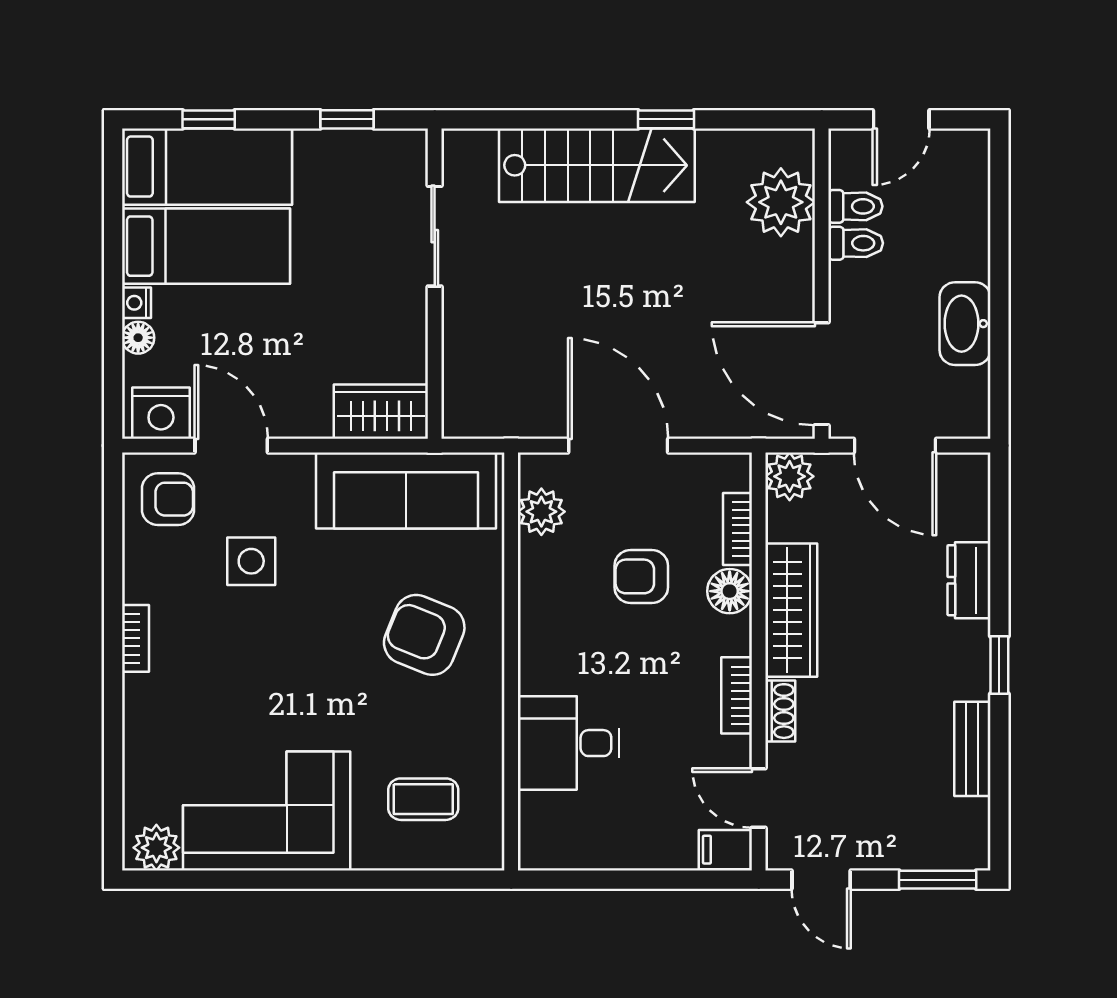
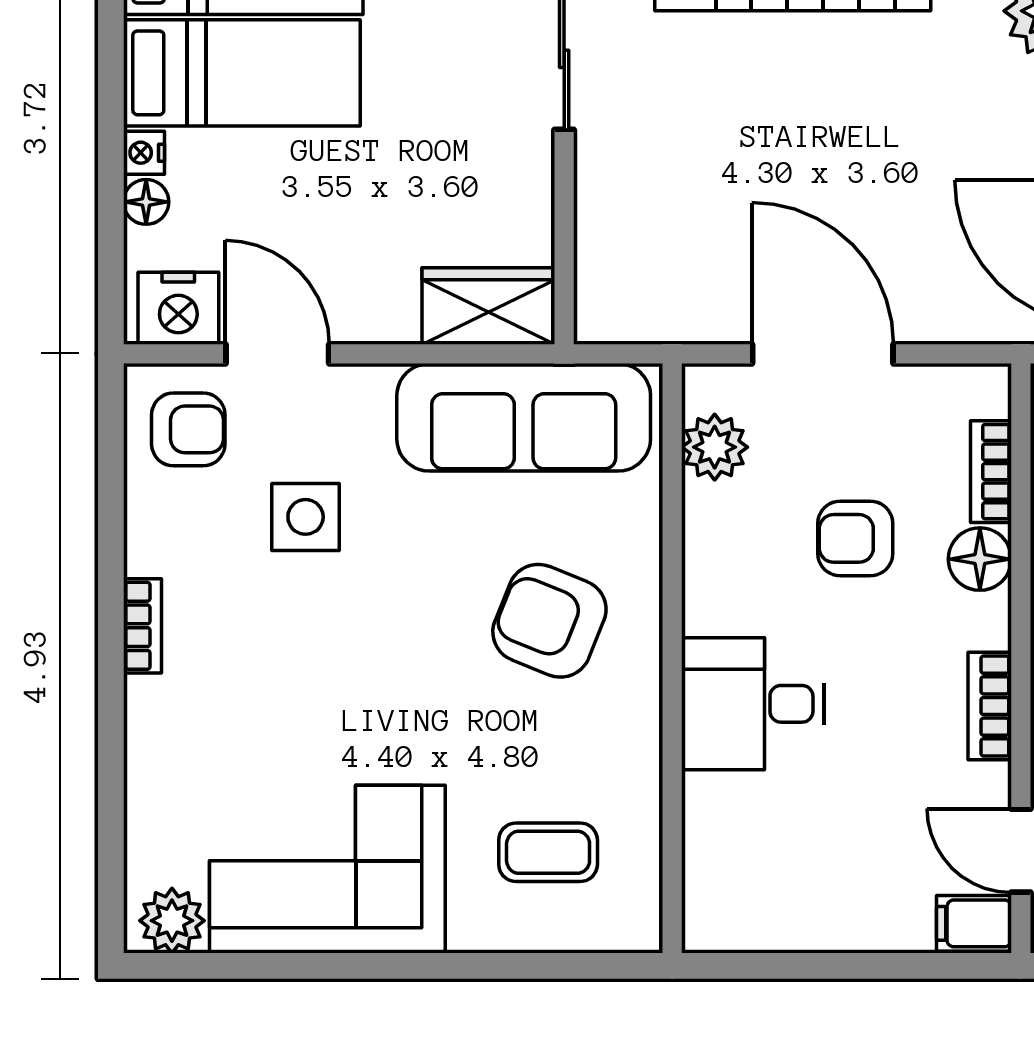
desk: (569, 743) -> (753, 704), moved

